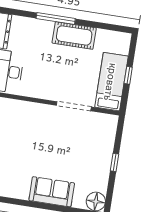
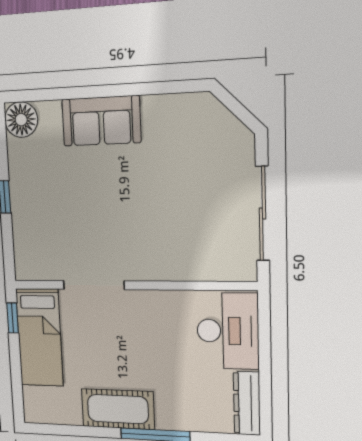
window: (128, 75) -> (13, 318), moved

